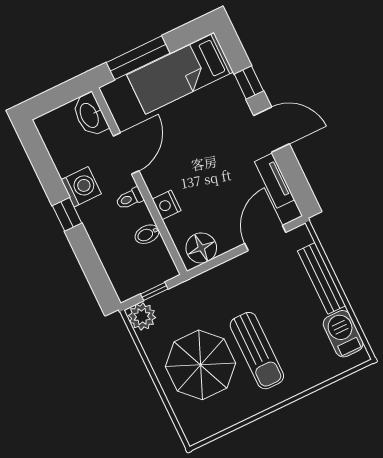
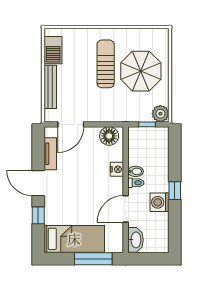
bidet: (147, 234) -> (136, 171), moved

